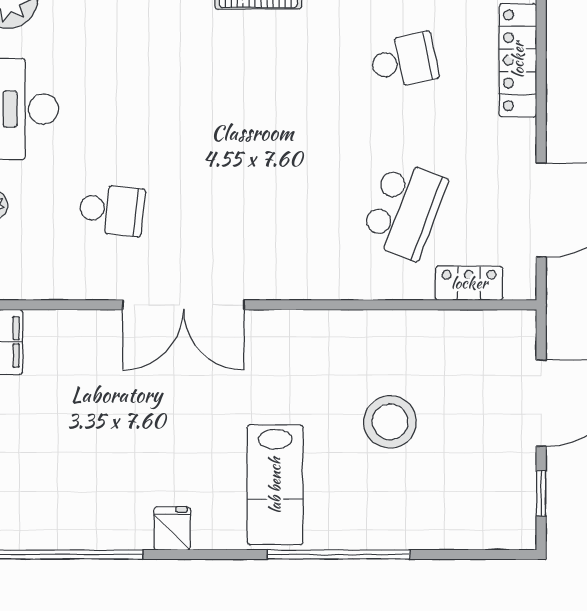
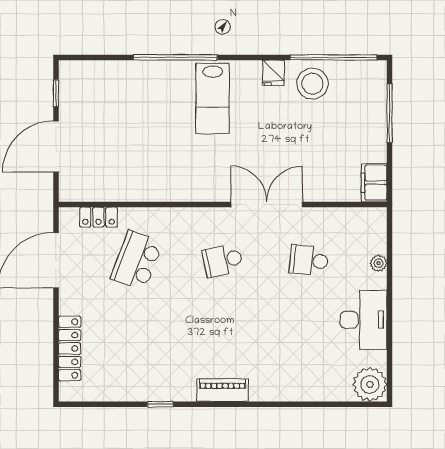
school desk: (404, 61) -> (223, 260), moved
stool: (390, 422) -> (312, 84), moved
lab bench: (275, 485) -> (213, 98), turned 180

